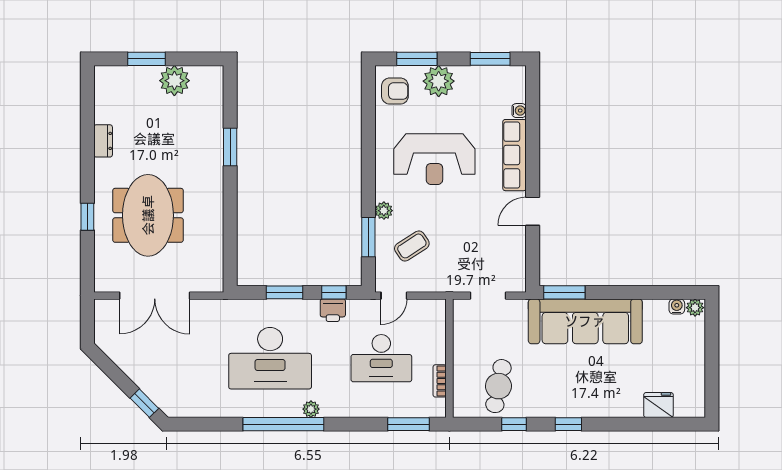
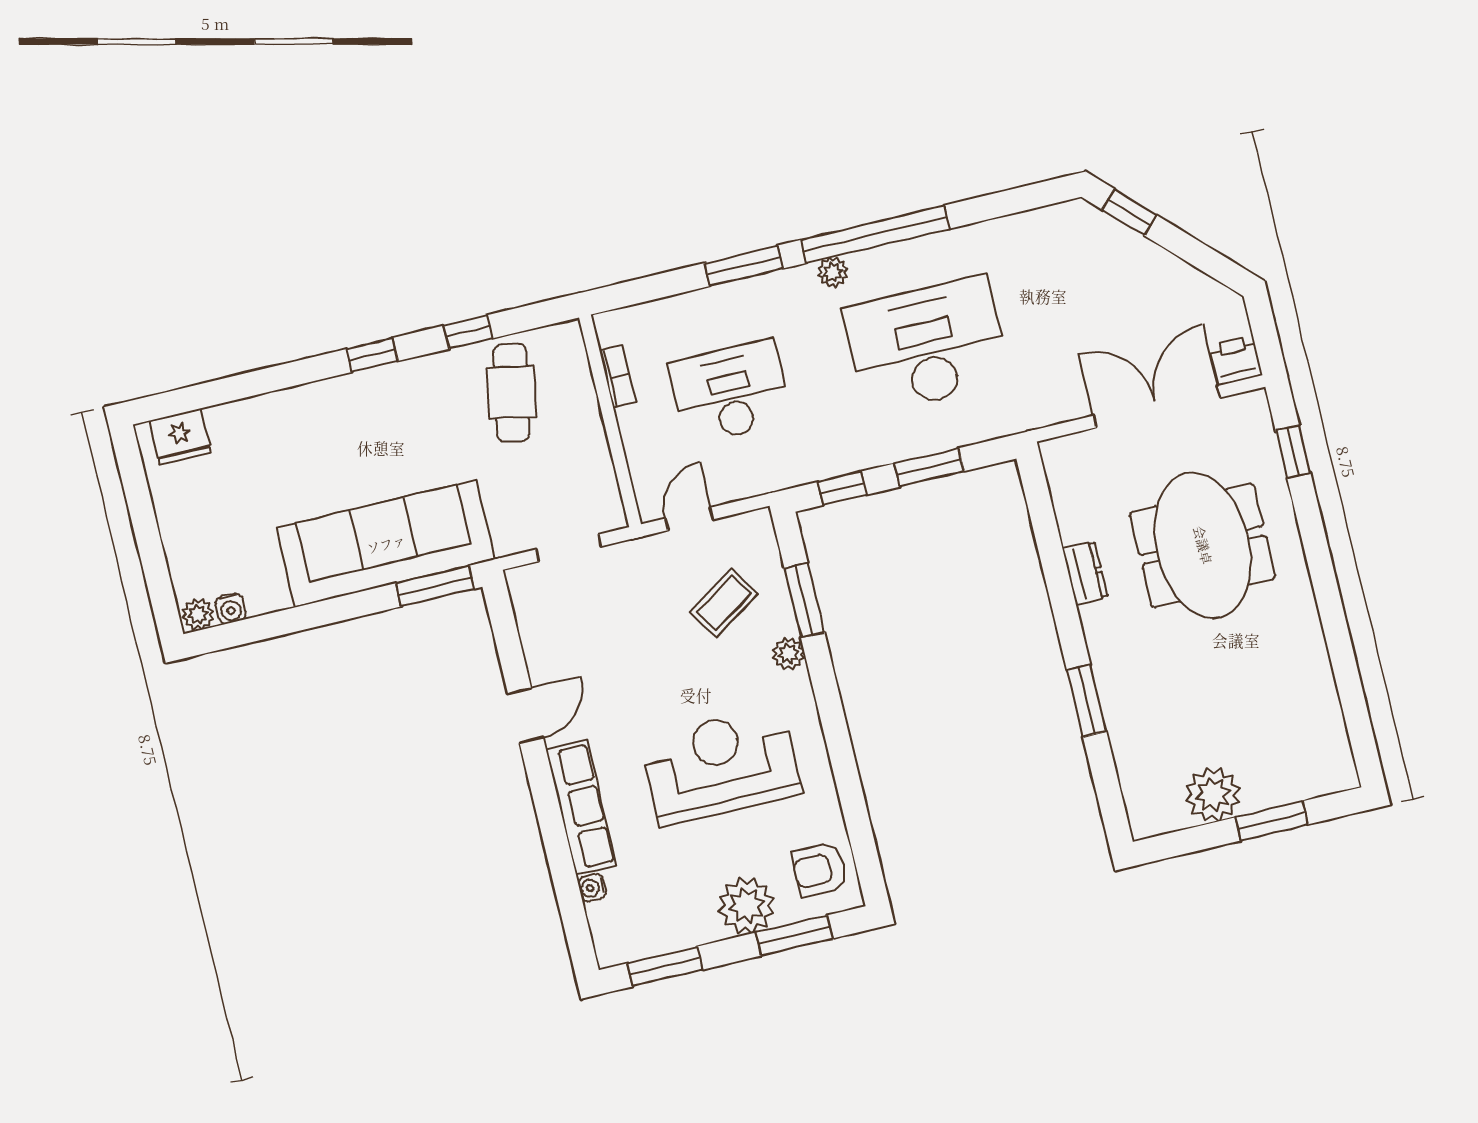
dresser: (103, 141) -> (1085, 573), moved, turned 180
window: (87, 217) -> (1293, 452), moved
door: (394, 296) -> (689, 519), moved
printer: (333, 310) -> (1236, 360), moved
fridge: (658, 405) -> (180, 437), moved
window: (409, 424) -> (744, 266), moved

